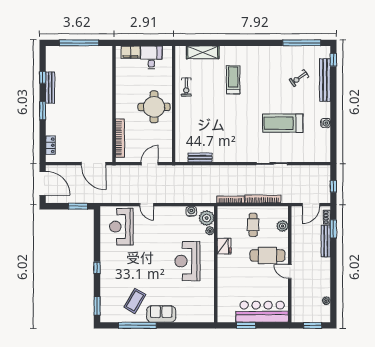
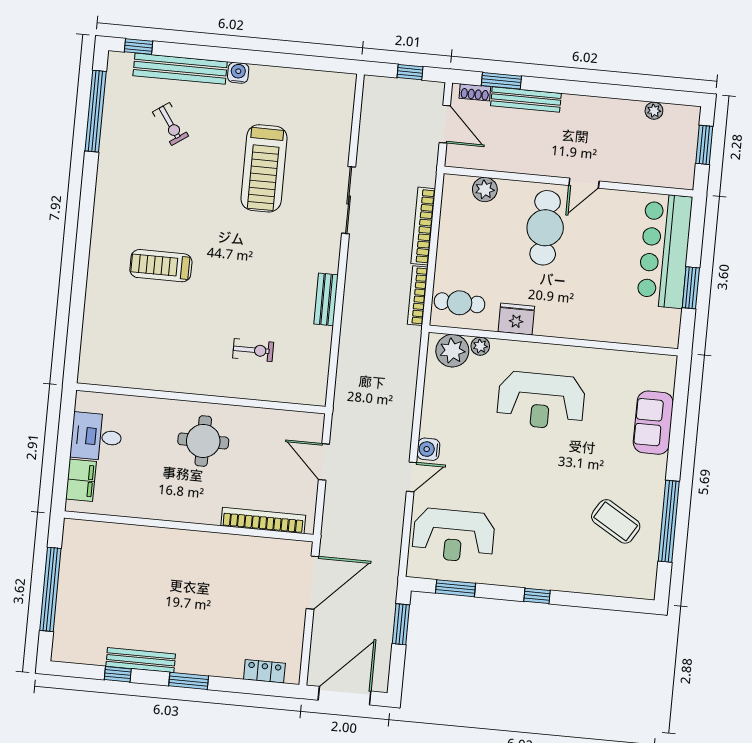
shelving: (203, 52) -> (96, 326), removed
exercise bike: (186, 87) -> (253, 350), moved
round table: (154, 107) -> (203, 441), width x0.73, depth x0.73
water cooler: (326, 123) -> (238, 73), moved
bench: (200, 157) -> (326, 299), moved
water cooler: (191, 211) -> (428, 449), moved
cafe table: (253, 225) -> (460, 303), moved
window: (97, 306) -> (456, 588), moved
sofa: (161, 314) -> (653, 423), moved

